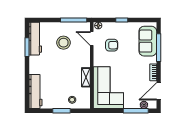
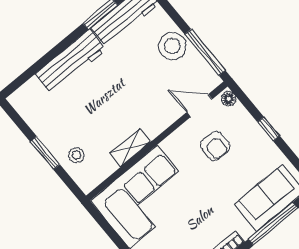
door: (92, 39) -> (199, 106), hinge flipped
stool: (63, 43) -> (172, 46), moved
workbench: (35, 92) -> (71, 62), moved

